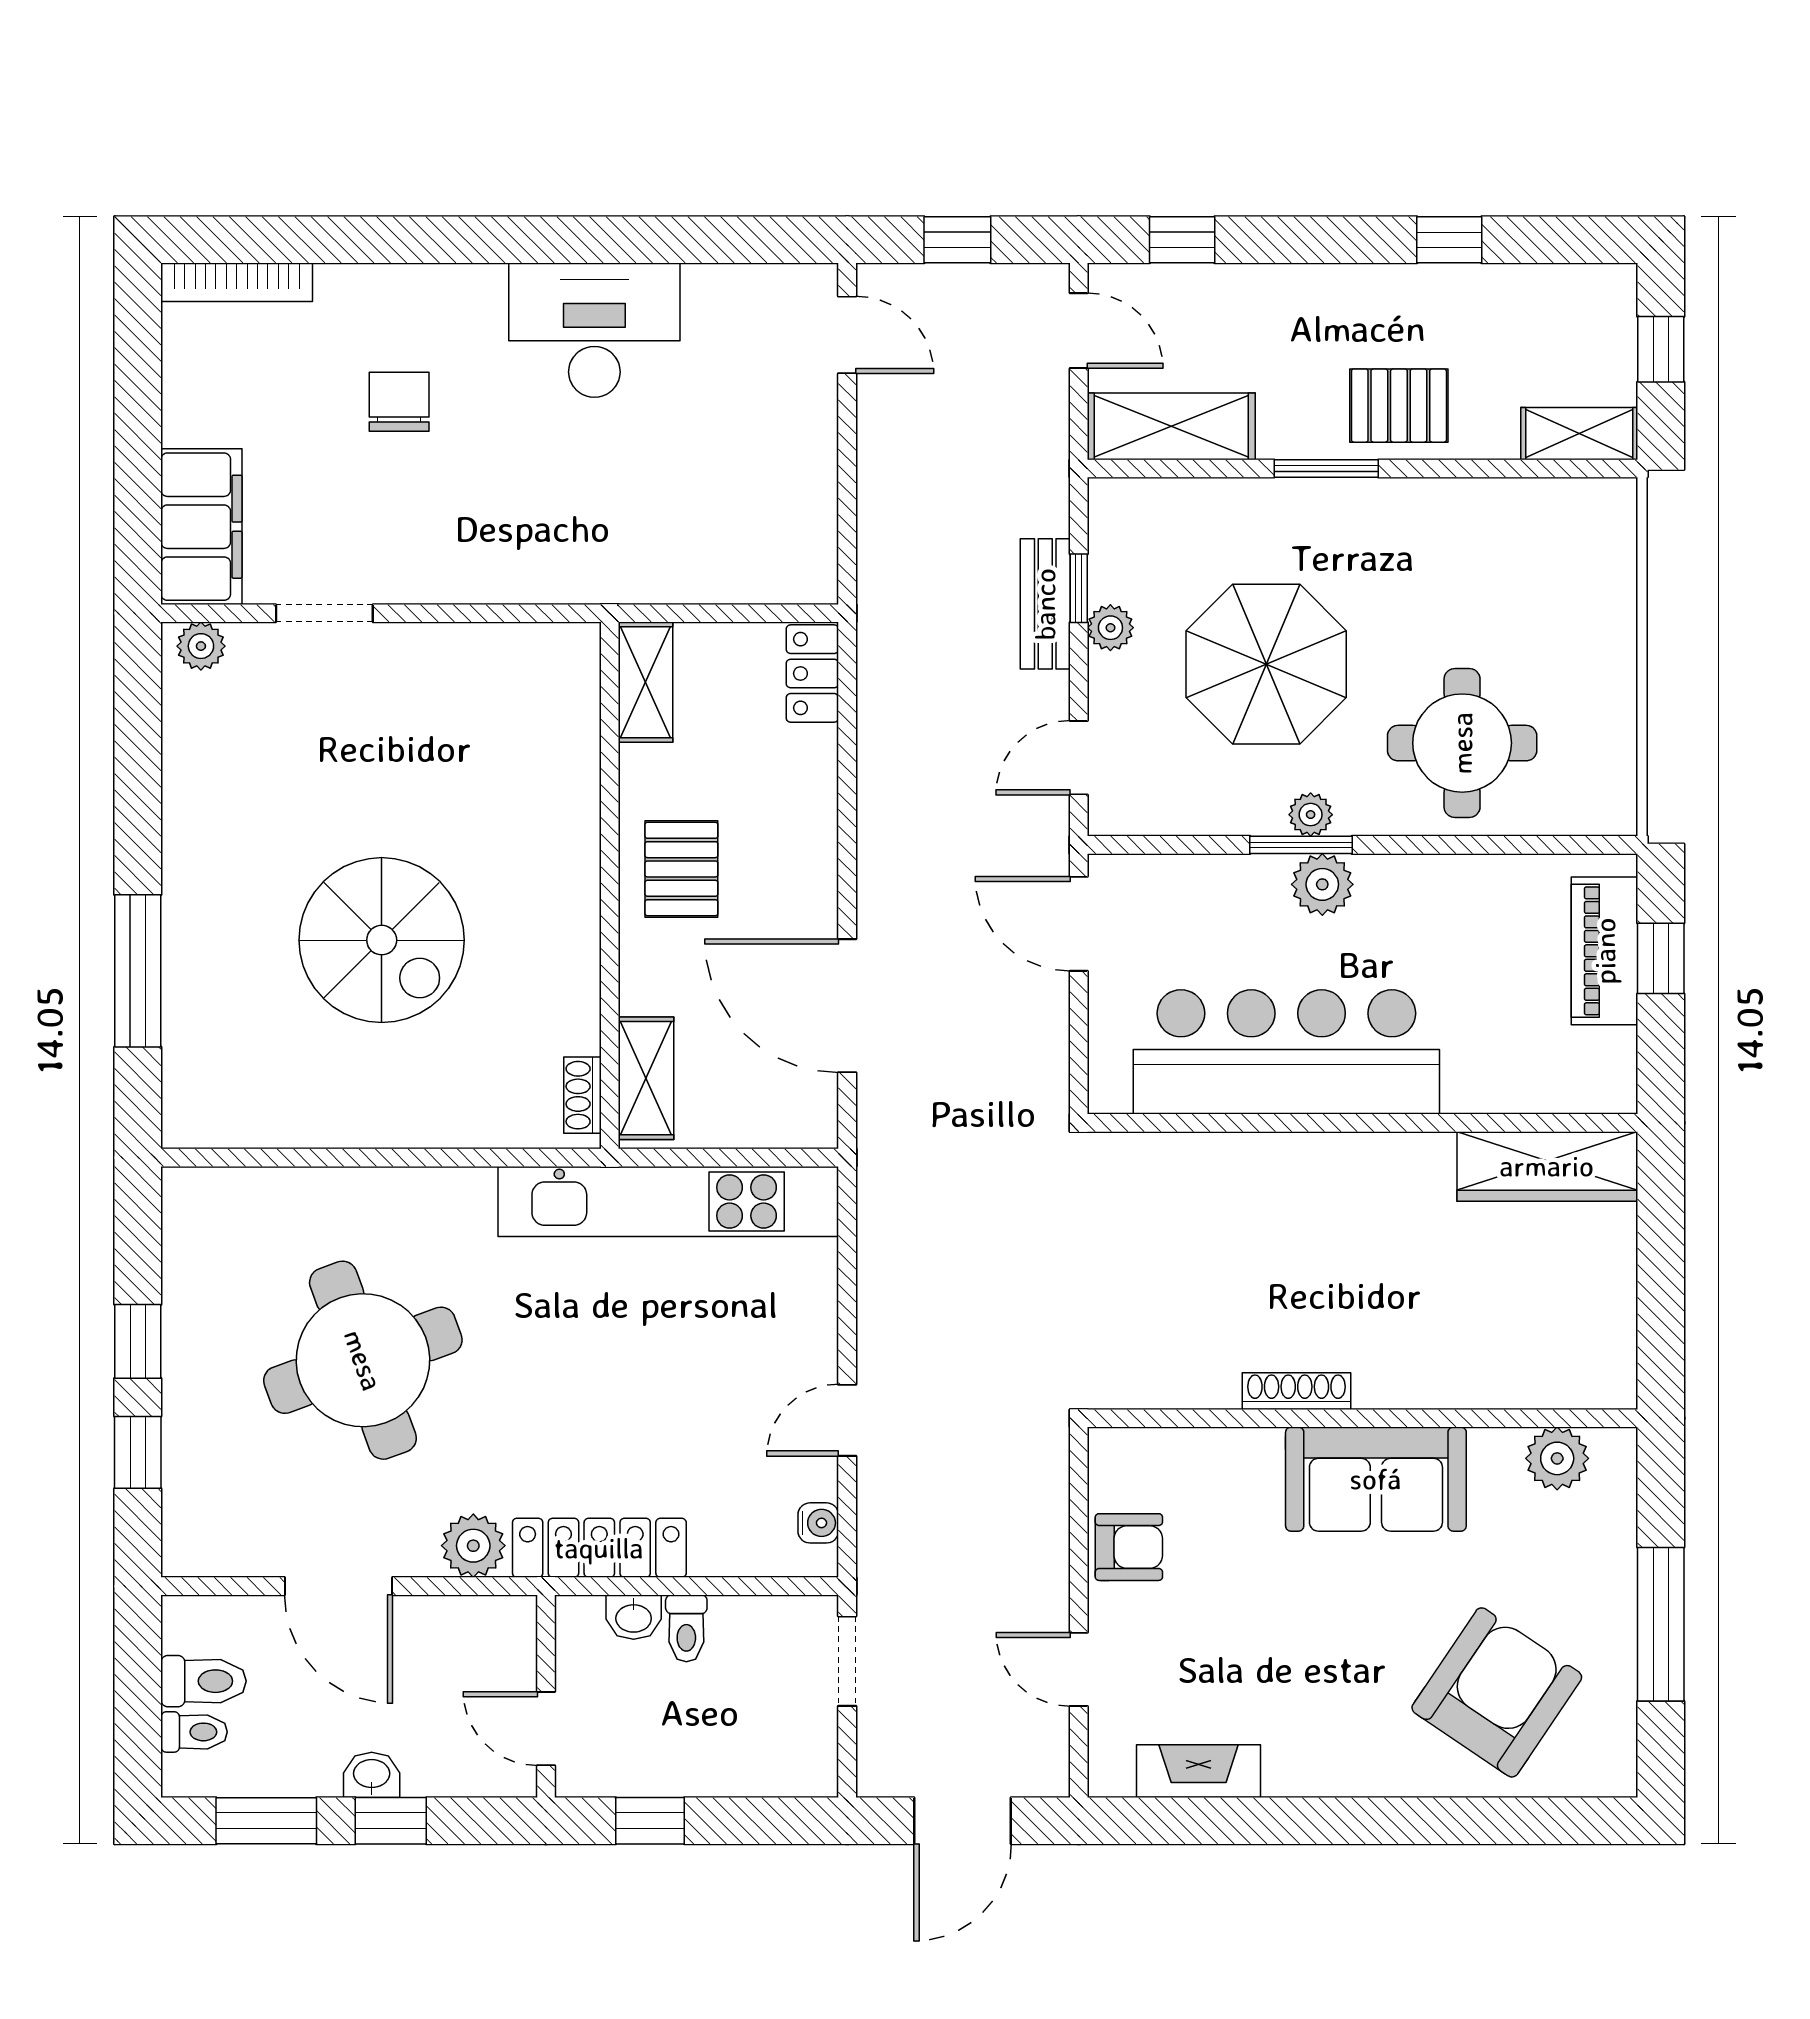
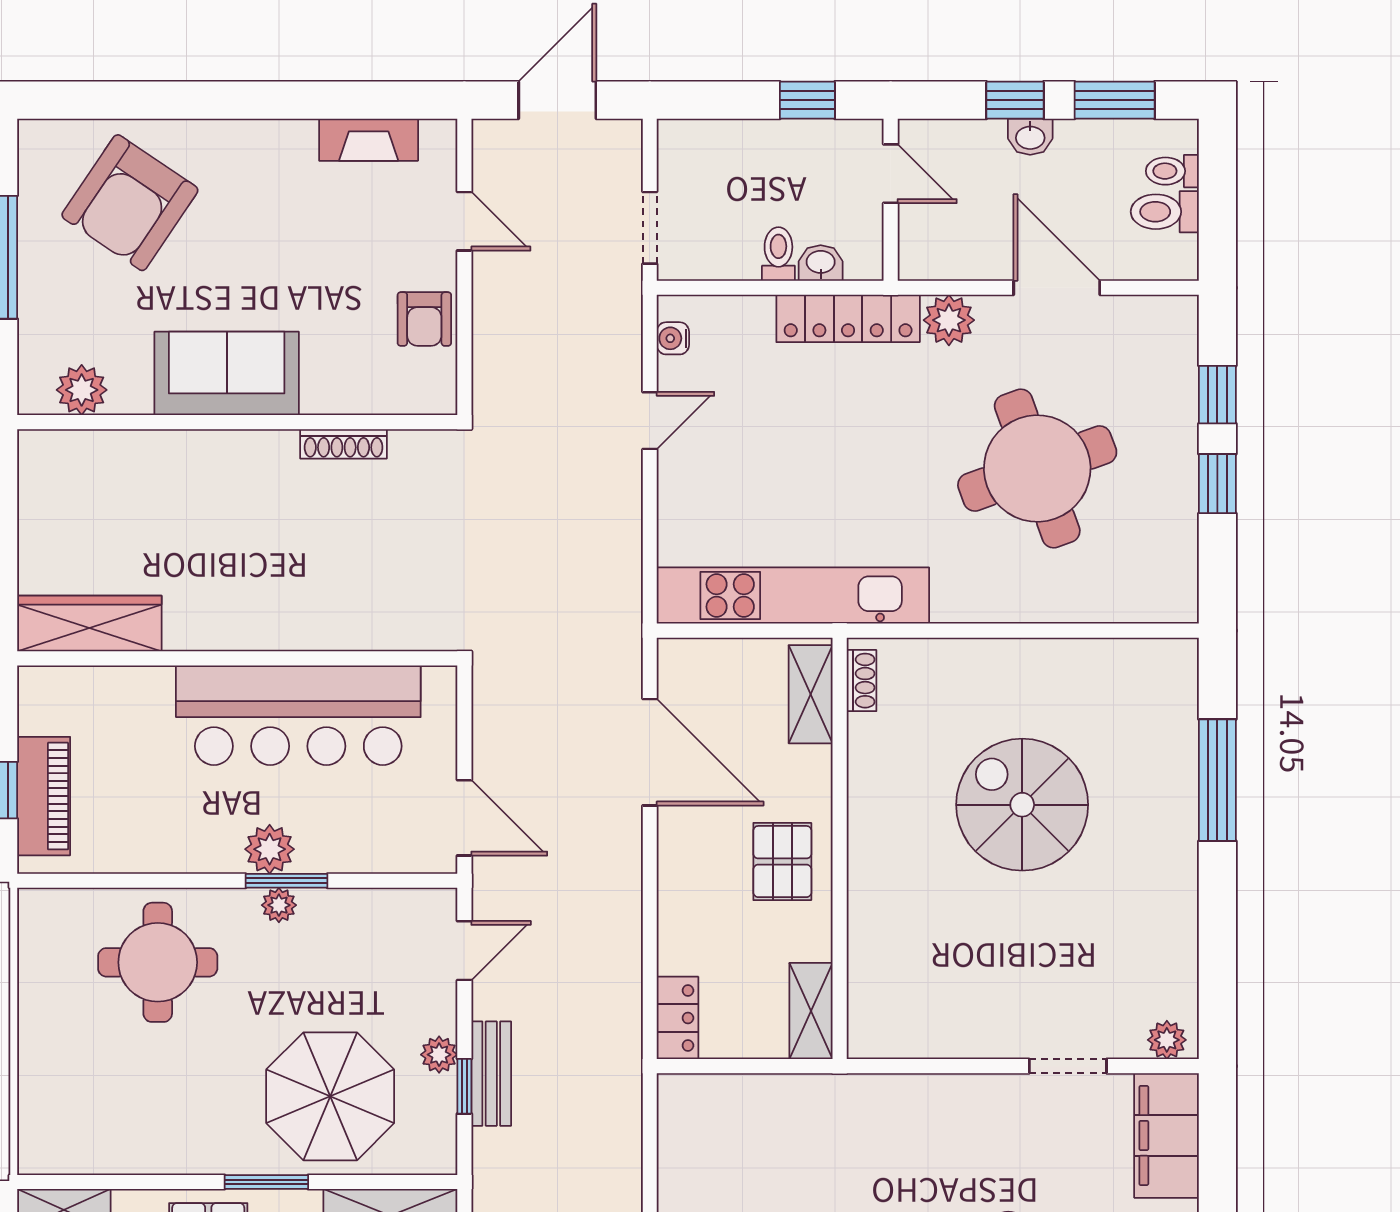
parasol: (1266, 664) -> (330, 1096), moved
shoe rack: (1297, 1391) -> (344, 444), moved
armchair: (1129, 1547) -> (424, 319), turned -90

